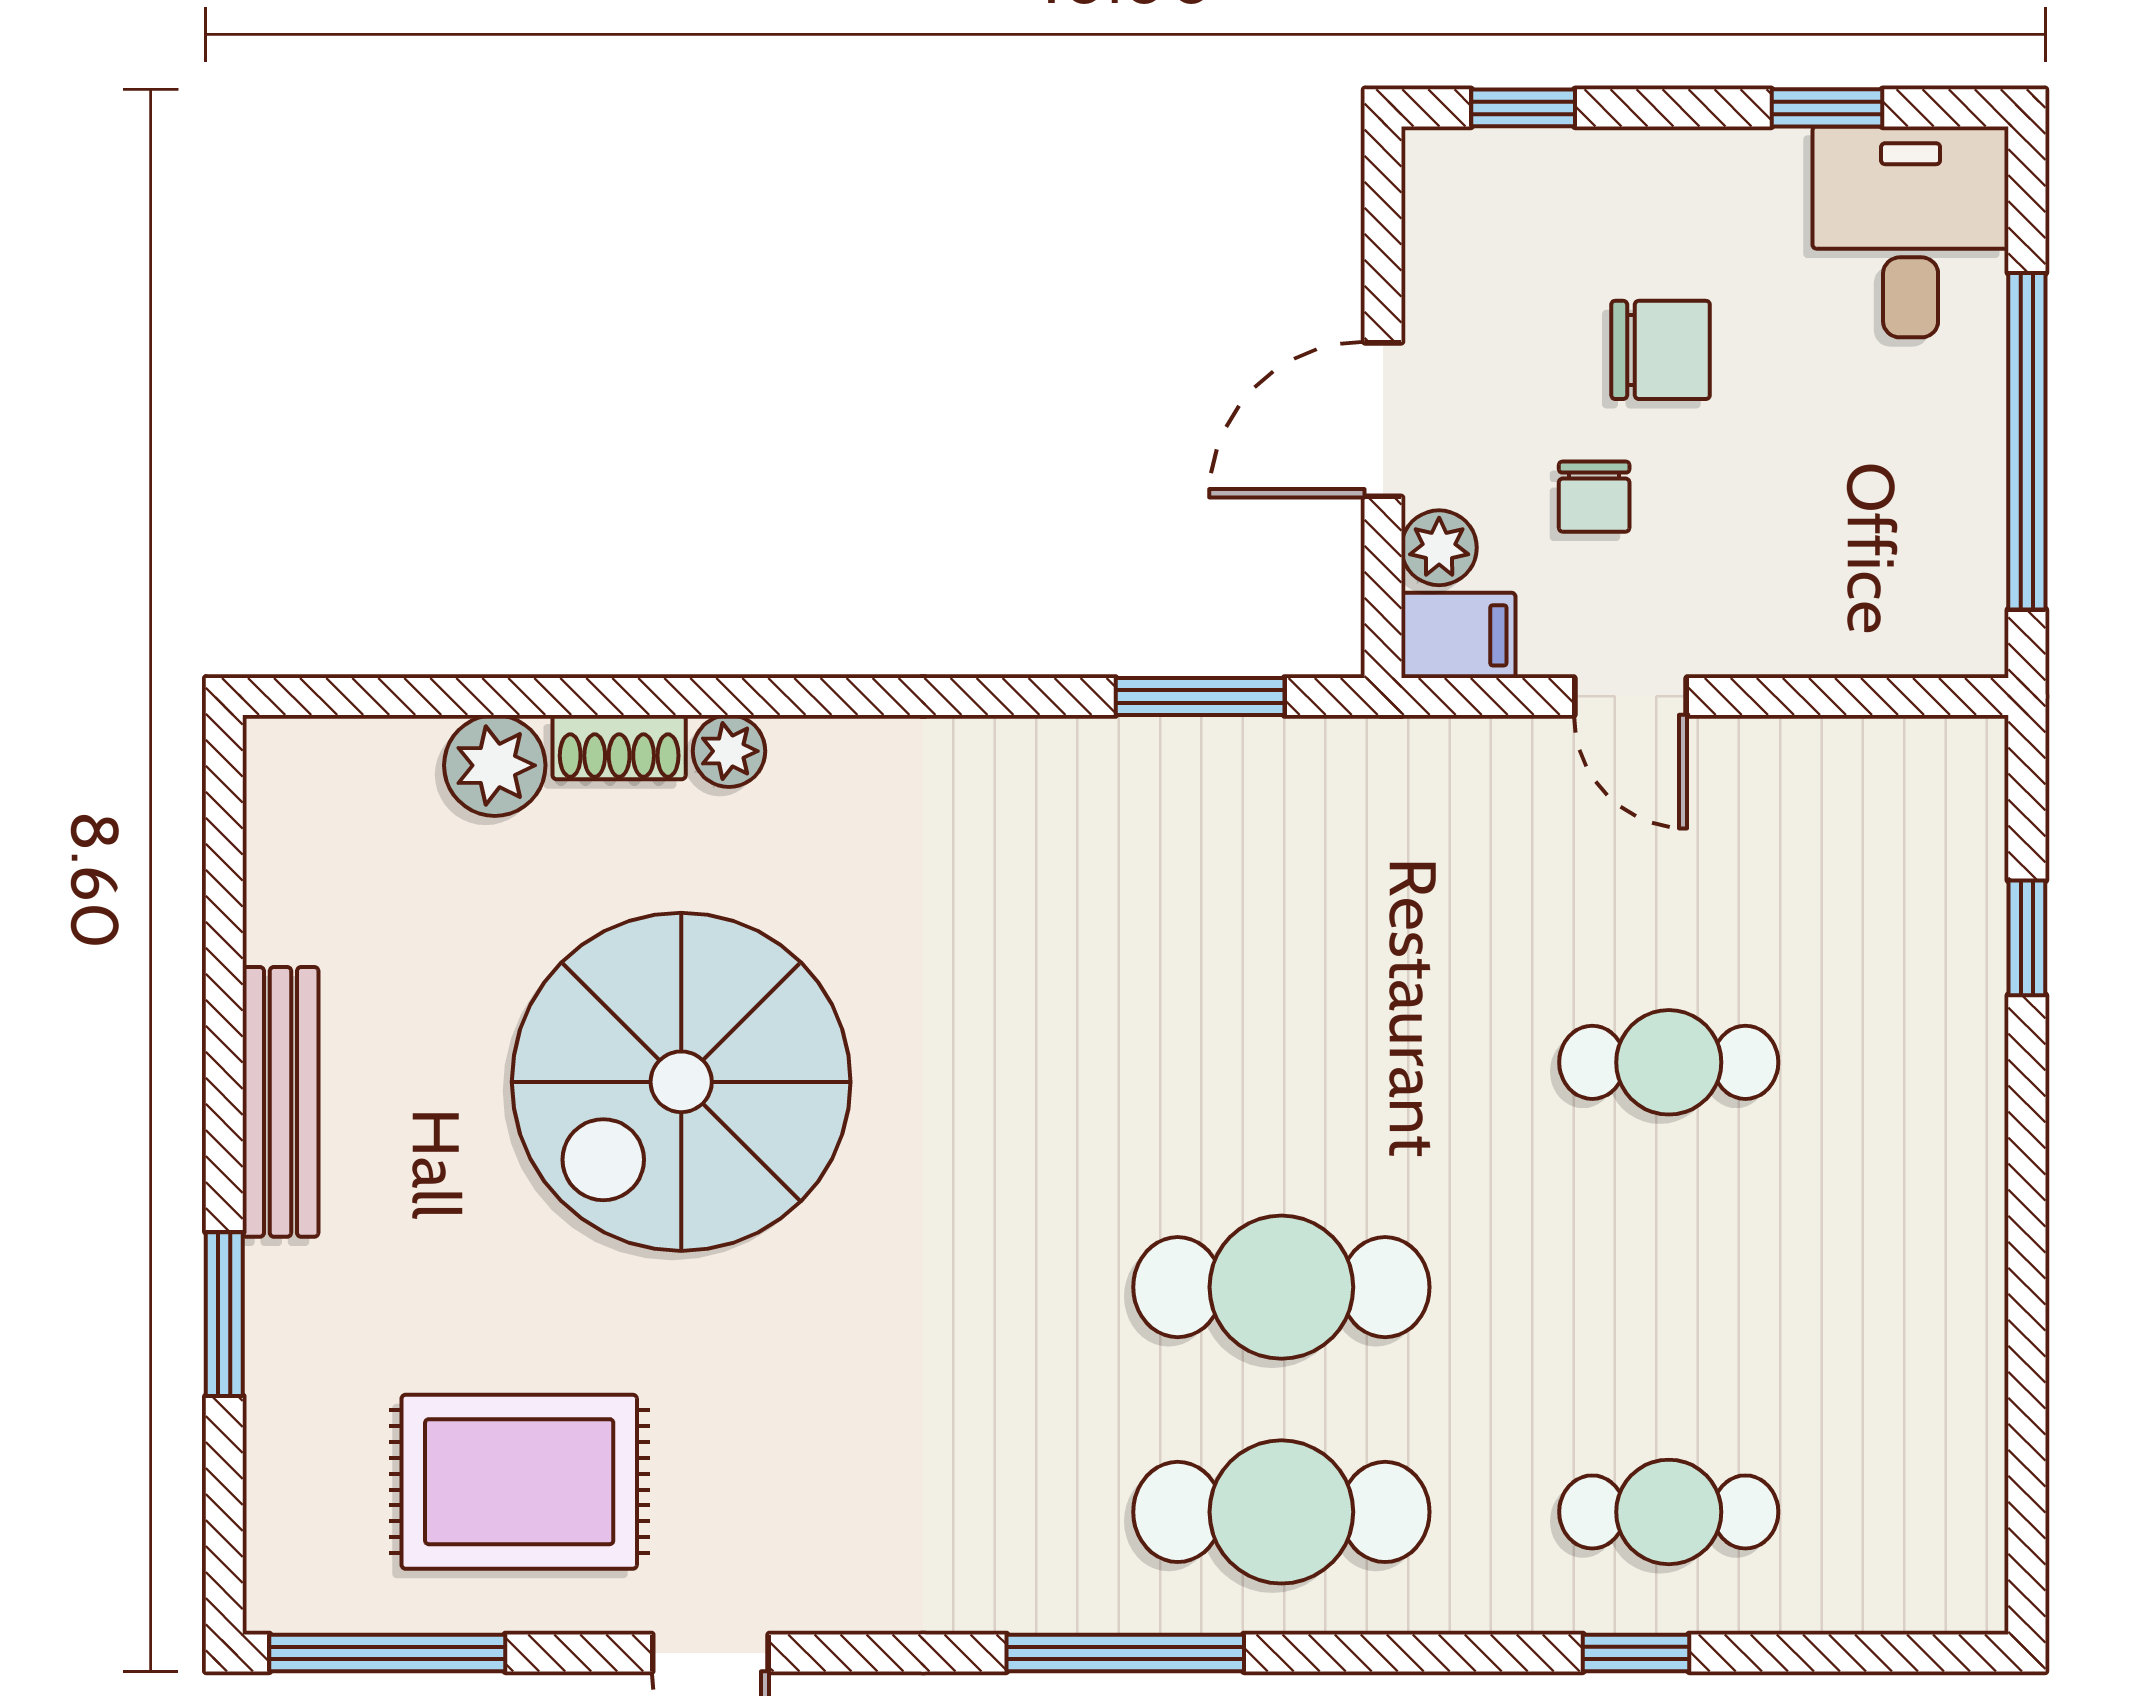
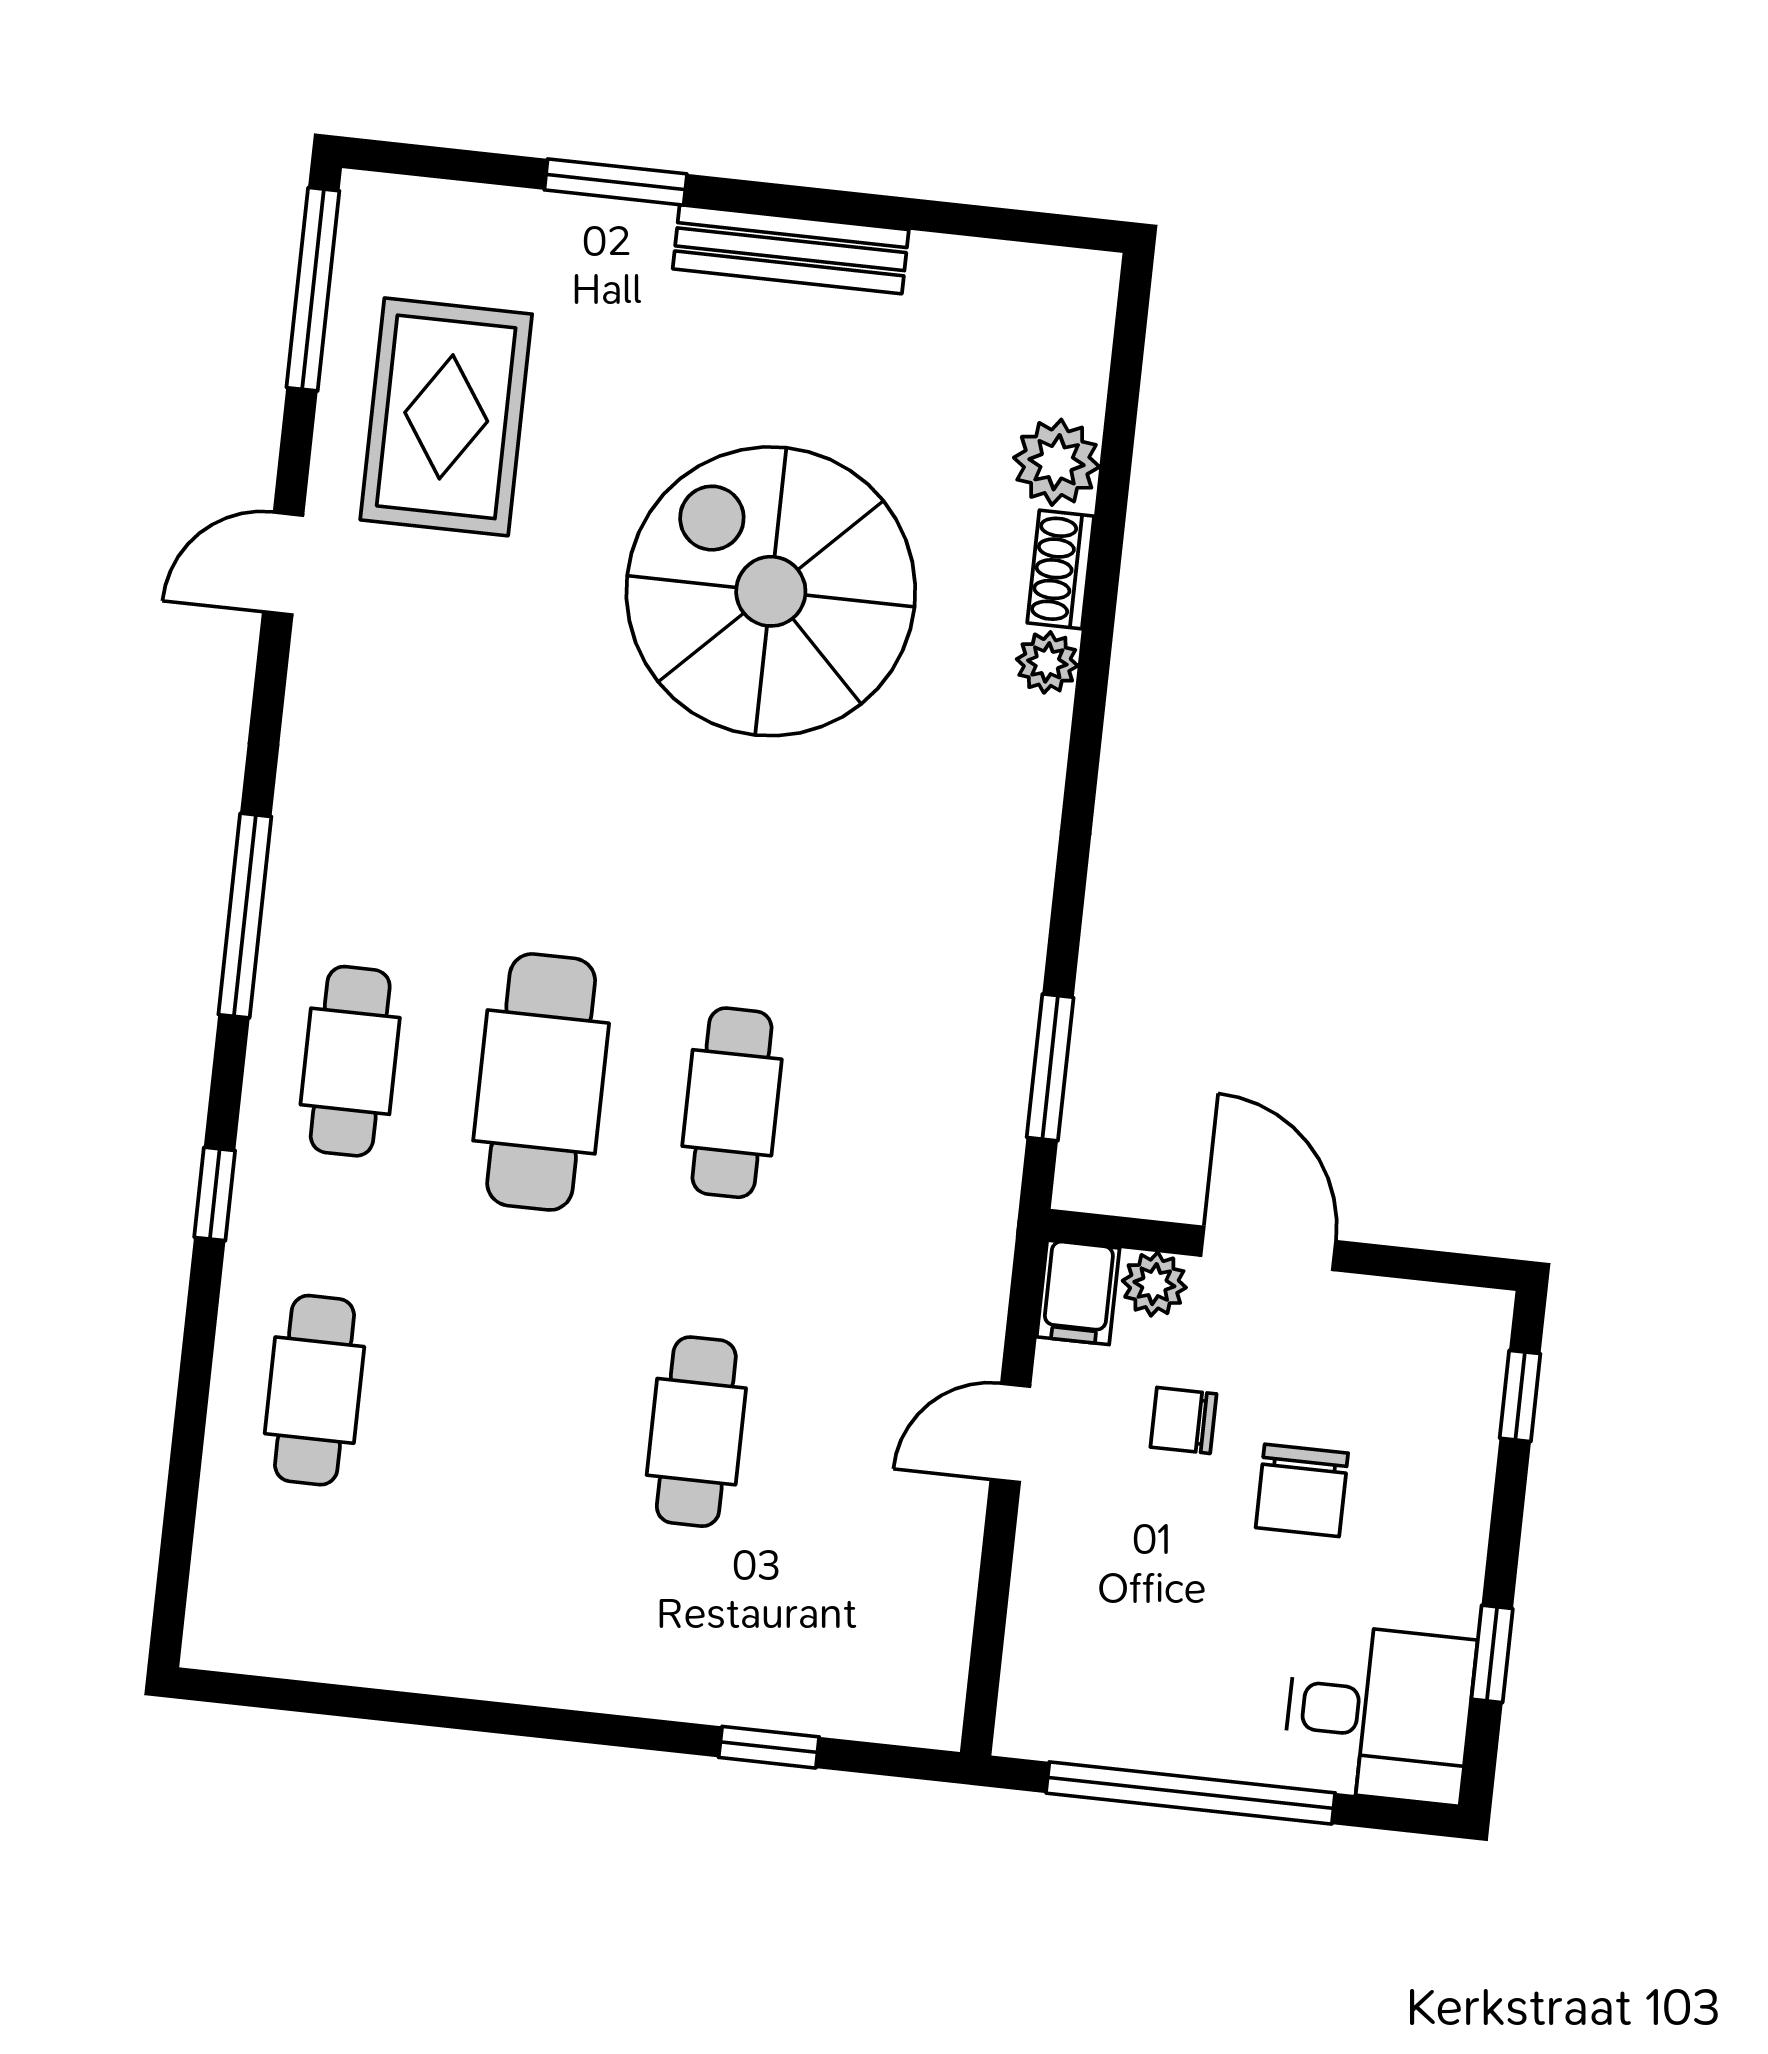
cafe table: (1281, 1062) -> (732, 1103), added
cafe table: (1281, 1512) -> (350, 1061), width x0.73, depth x0.74
window: (1636, 1653) -> (215, 1194), moved

